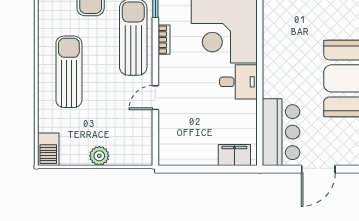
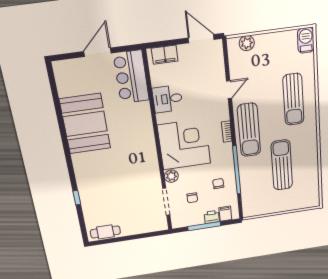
desk: (238, 82) -> (167, 99), moved
plant: (99, 156) -> (247, 43), moved
door: (185, 169) -> (201, 39), added

